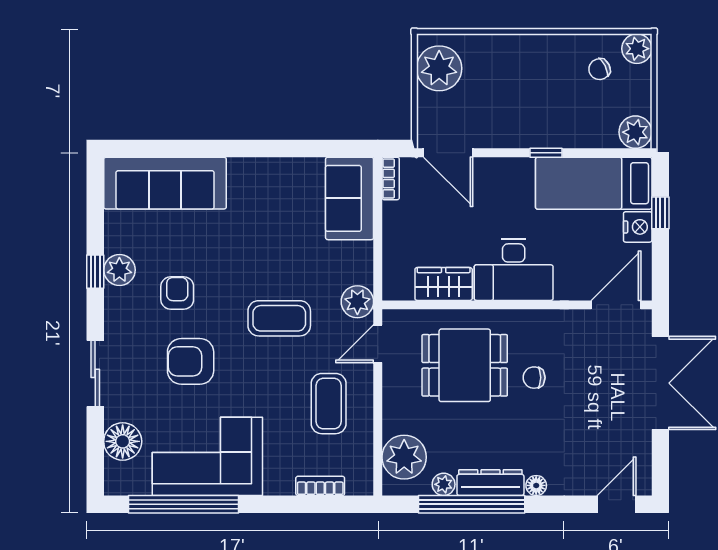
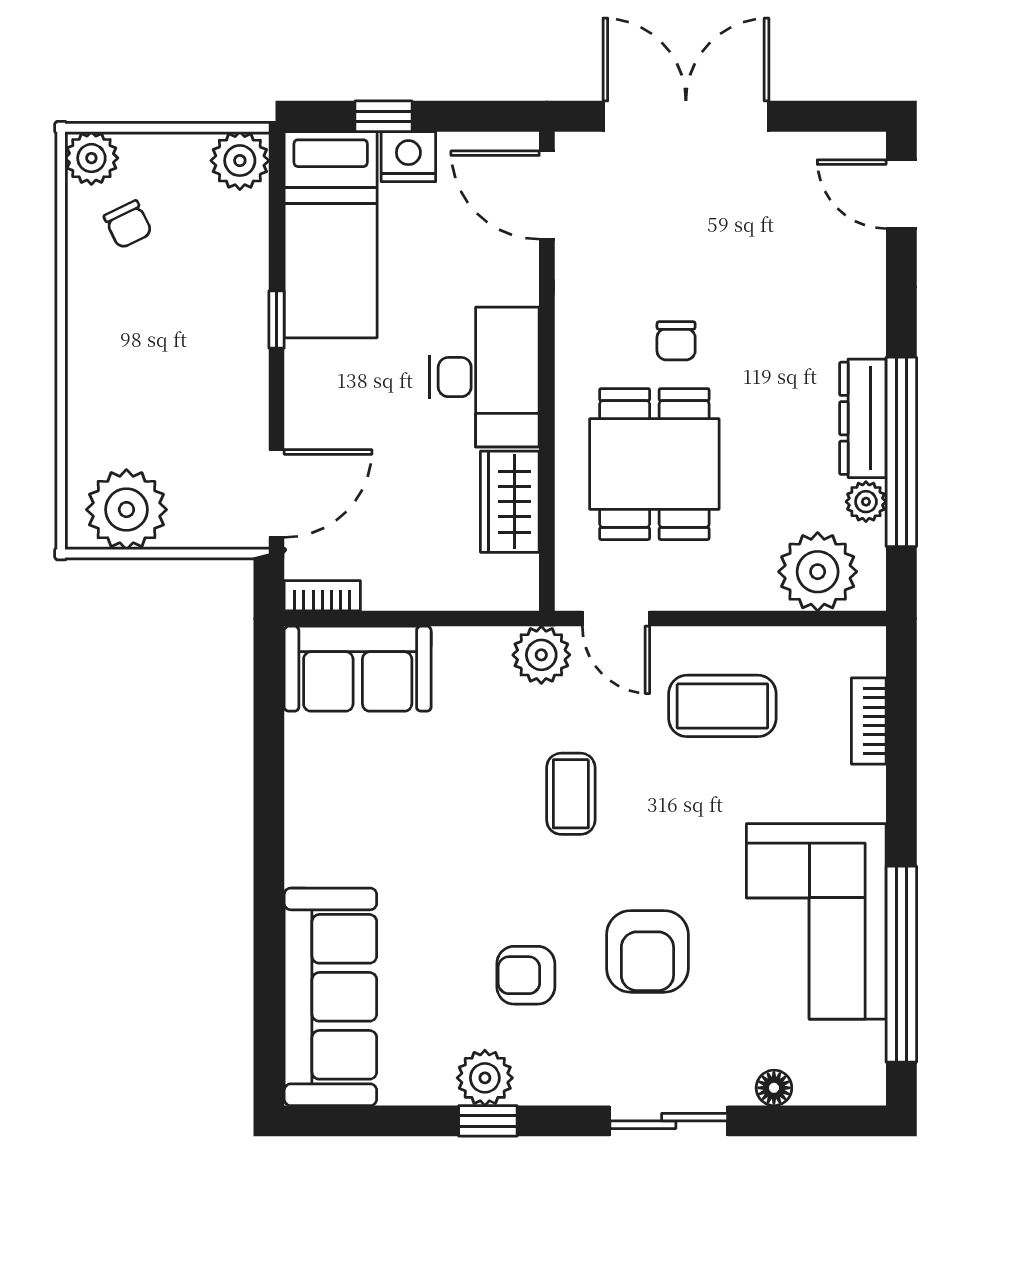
coffee table: (279, 318) -> (571, 794), width x0.73, depth x0.77
floor lamp: (123, 441) -> (774, 1088), width x0.53, depth x0.53
floor lamp: (536, 485) -> (868, 337), removed

